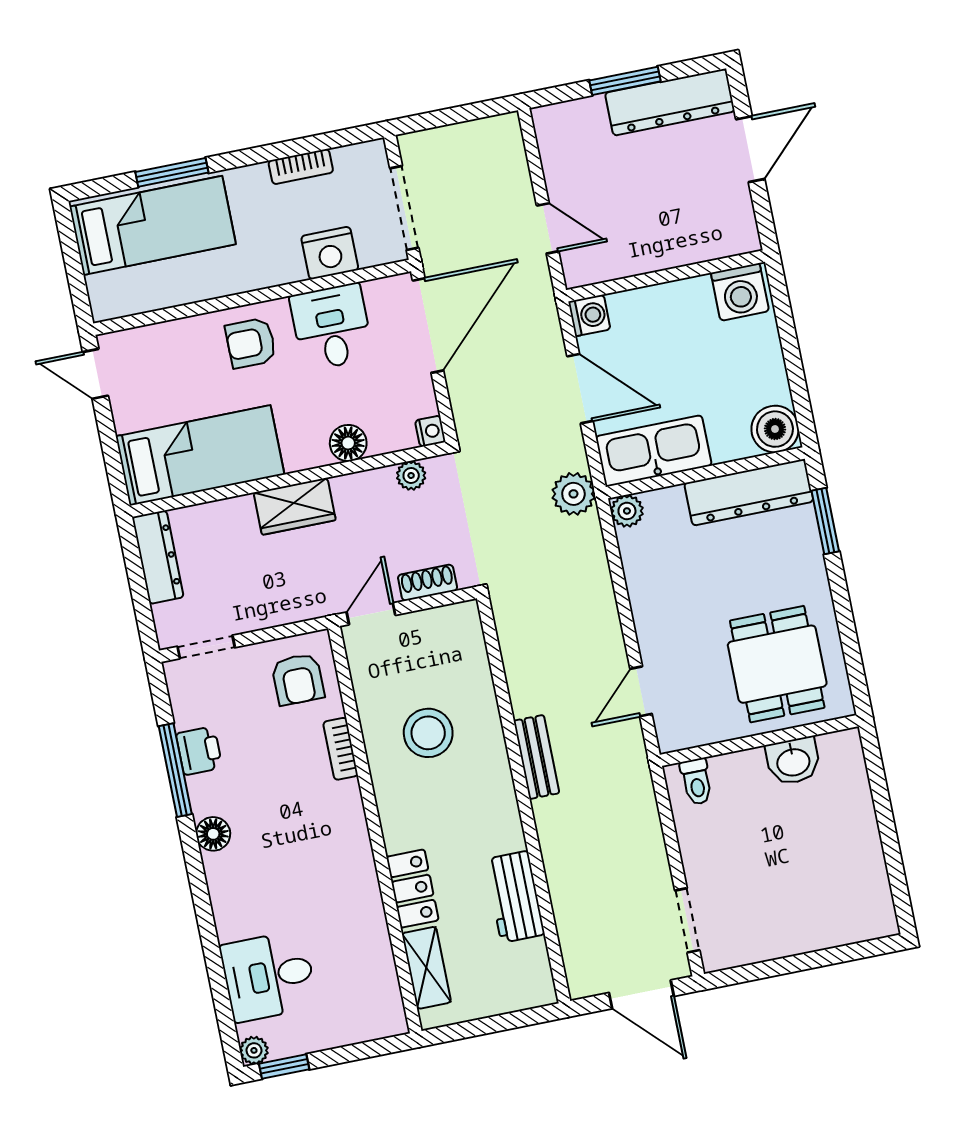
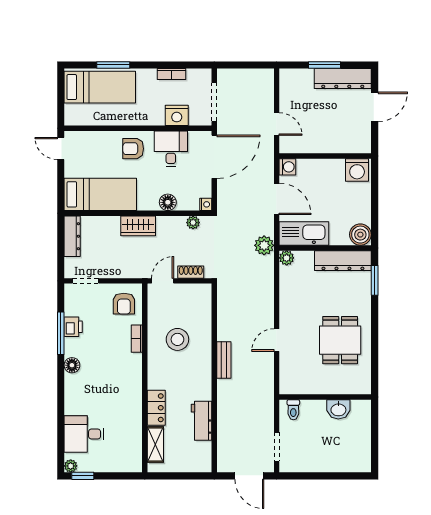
wall: (759, 741) -> (325, 397), moved
washbasin: (793, 761) -> (338, 409), moved
toilet: (696, 782) -> (293, 410), moved

